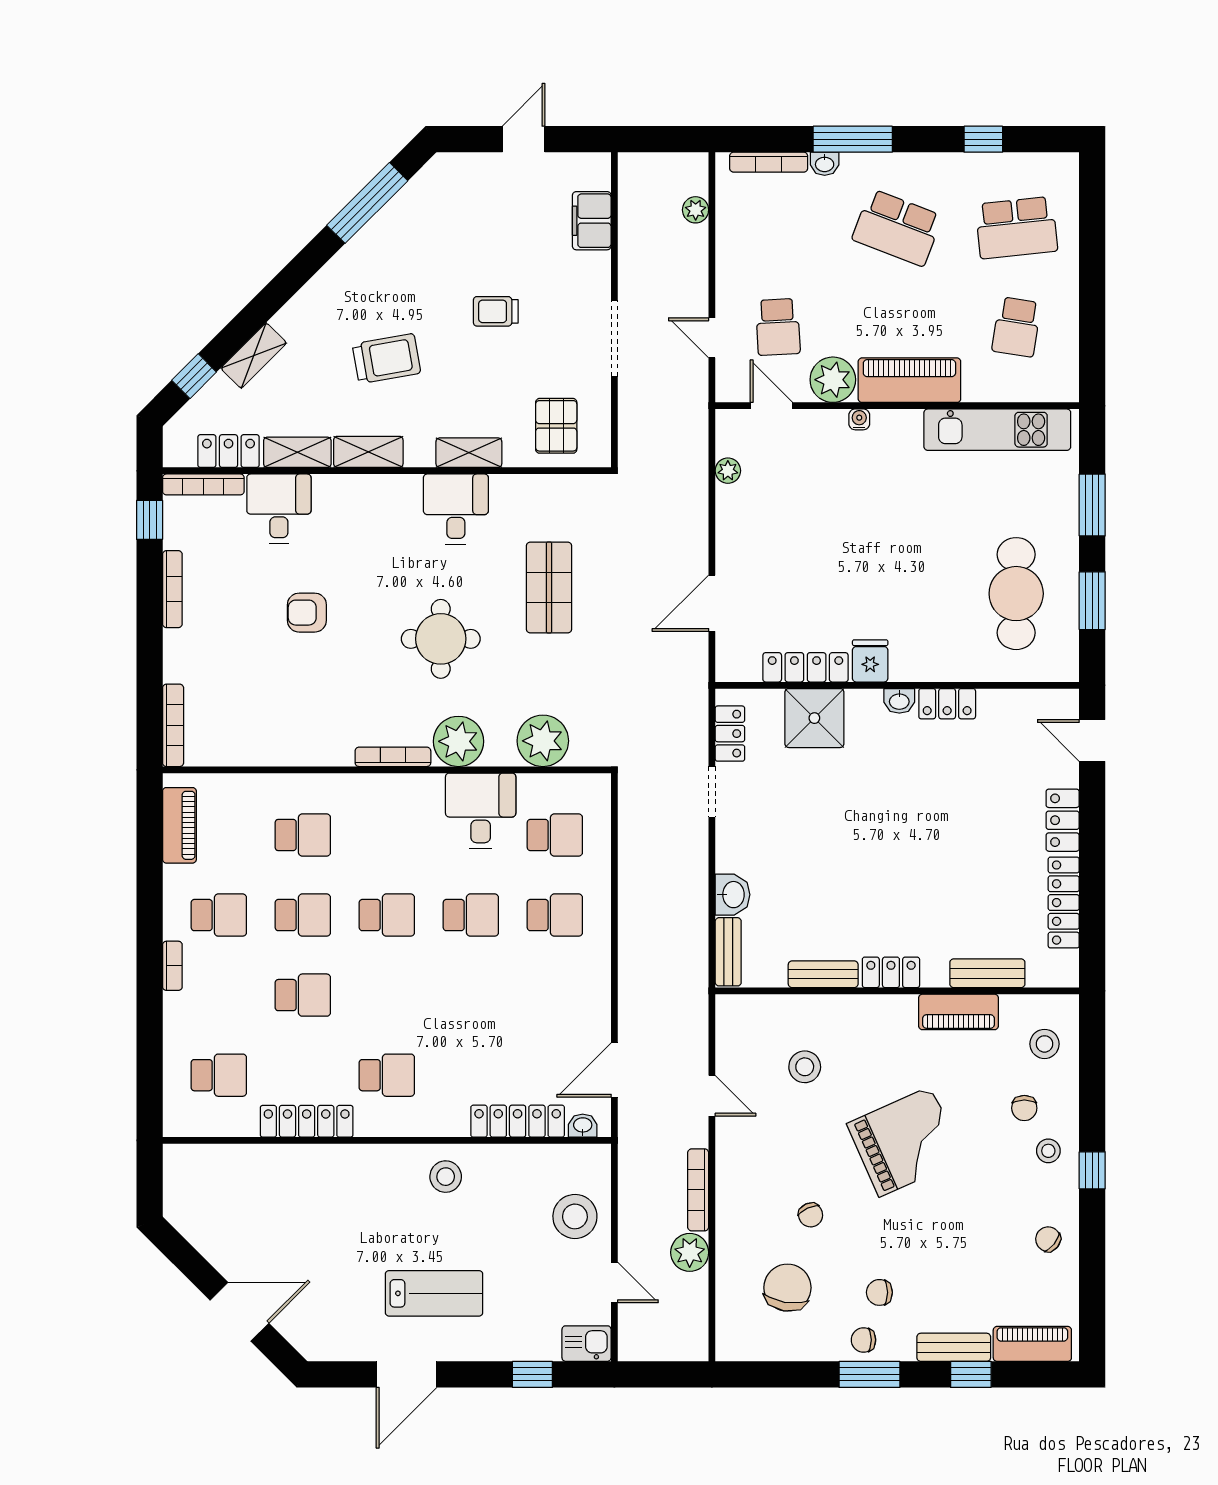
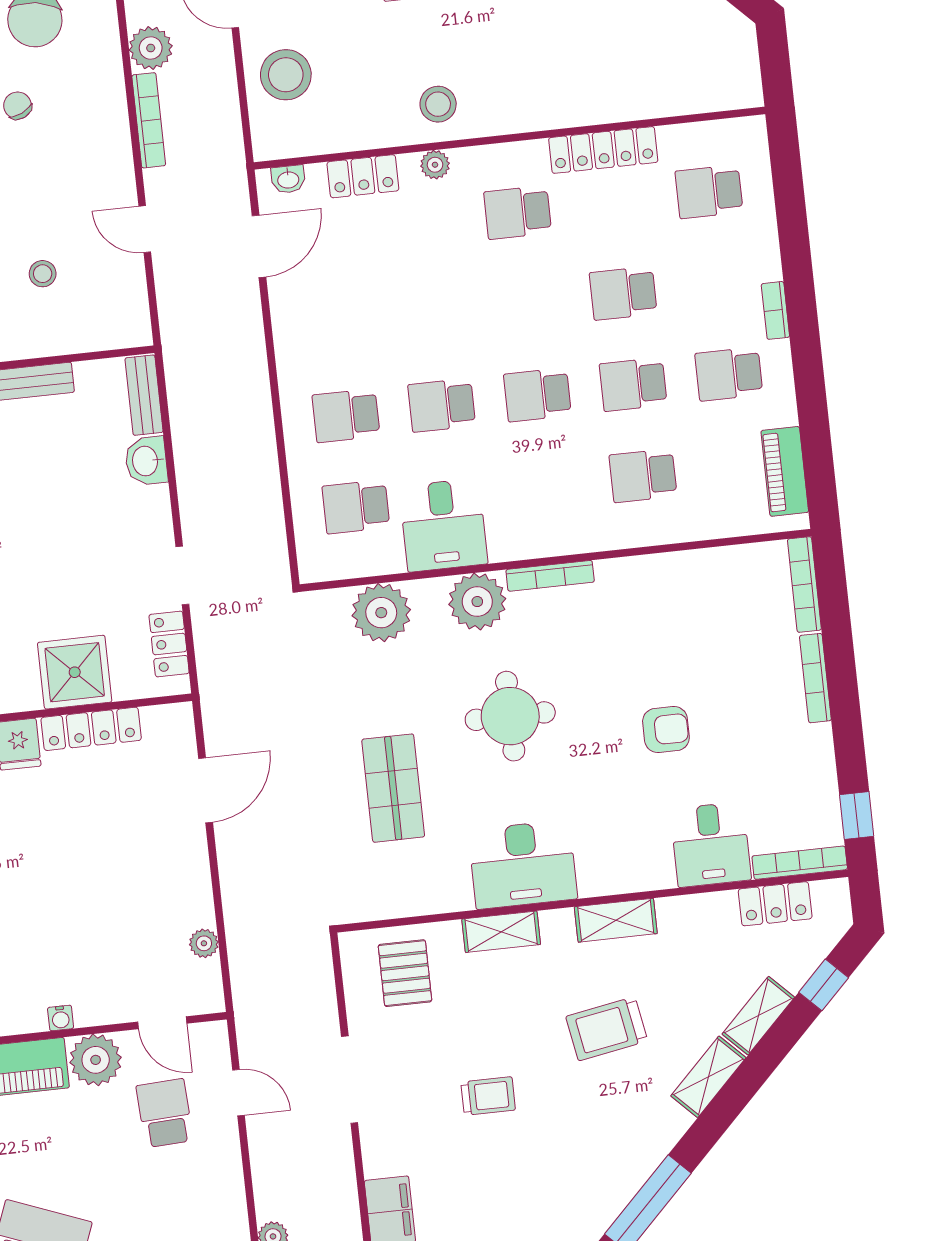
shelving: (297, 452) -> (708, 1077), moved, turned -45
desk: (456, 509) -> (523, 864), width x1.37
bookcase: (172, 589) -> (815, 678), moved
stool: (805, 1067) -> (43, 274), width x0.73, depth x0.73
locker: (518, 1121) -> (363, 176), width x0.66
plant: (454, 1124) -> (435, 165), added

